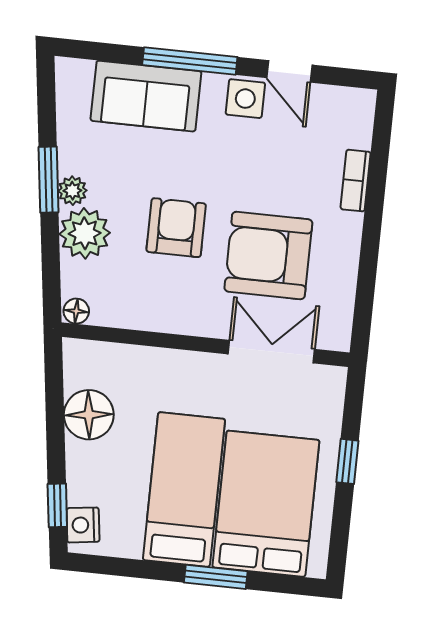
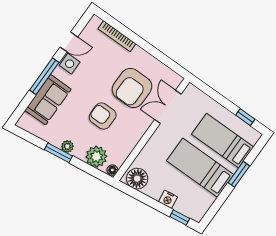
bookcase: (356, 181) -> (117, 36), width x1.56
plant: (85, 233) -> (96, 157), moved
floor lamp: (89, 415) -> (137, 179), moved
window: (347, 461) -> (245, 117), moved
bed: (266, 504) -> (223, 141), width x0.67
nightstand: (83, 525) -> (168, 199), moved

